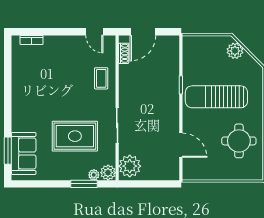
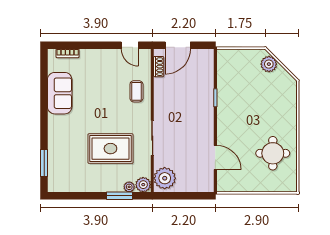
sun lounger: (216, 97) -> (251, 110), removed
sofa: (24, 153) -> (60, 93), moved

